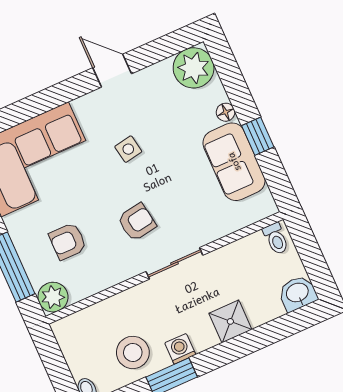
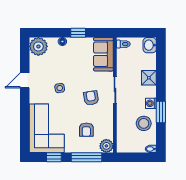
sofa: (234, 162) -> (103, 54), moved, turned 90

